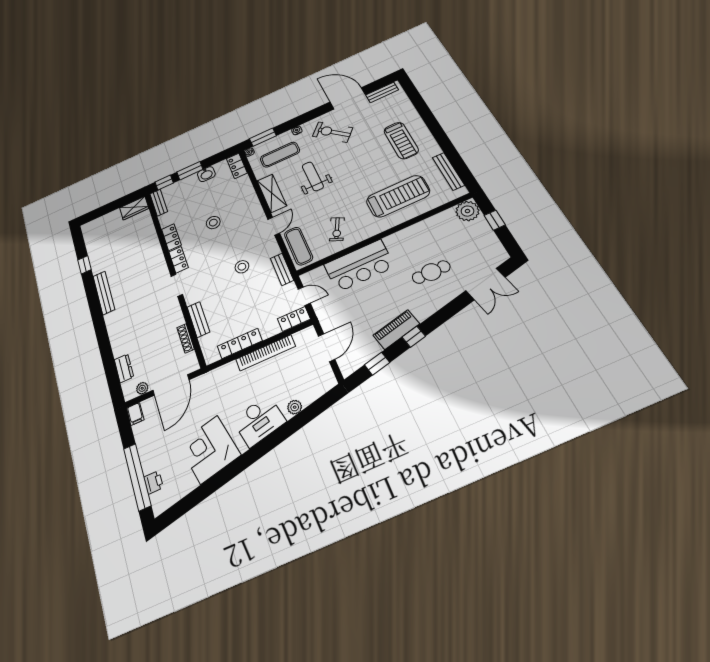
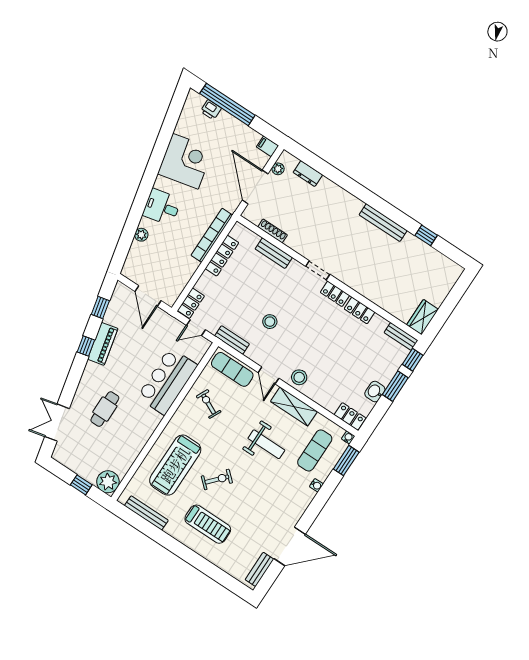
exercise bike: (333, 132) -> (217, 479), moved, width x0.73, depth x0.72
treadmill: (401, 140) -> (208, 524), turned 180
stool: (213, 223) -> (299, 377), moved
bookcase: (266, 353) -> (212, 235), moved
desk: (259, 421) -> (162, 207), width x0.73

